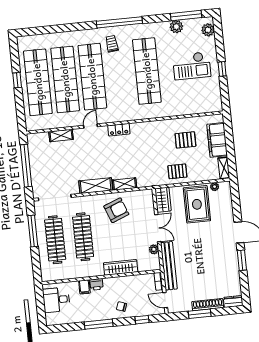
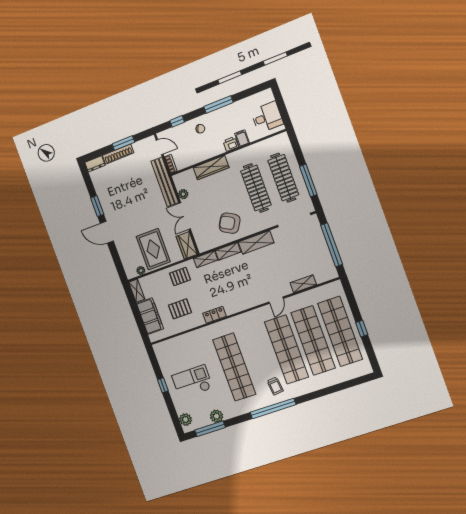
locker: (119, 130) -> (215, 315), moved
shelving: (148, 182) -> (206, 259), added
armchair: (116, 210) -> (230, 223), turned 51

